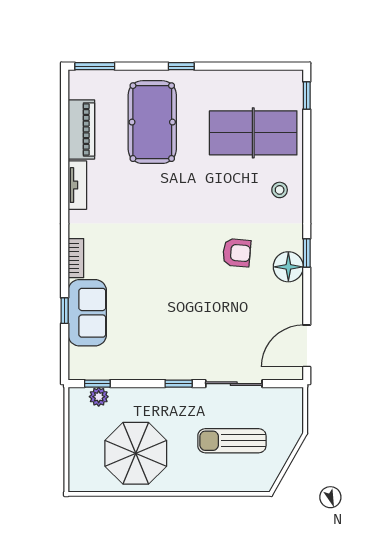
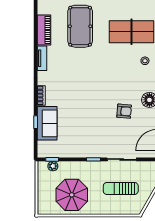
armchair: (237, 253) -> (124, 111), moved

